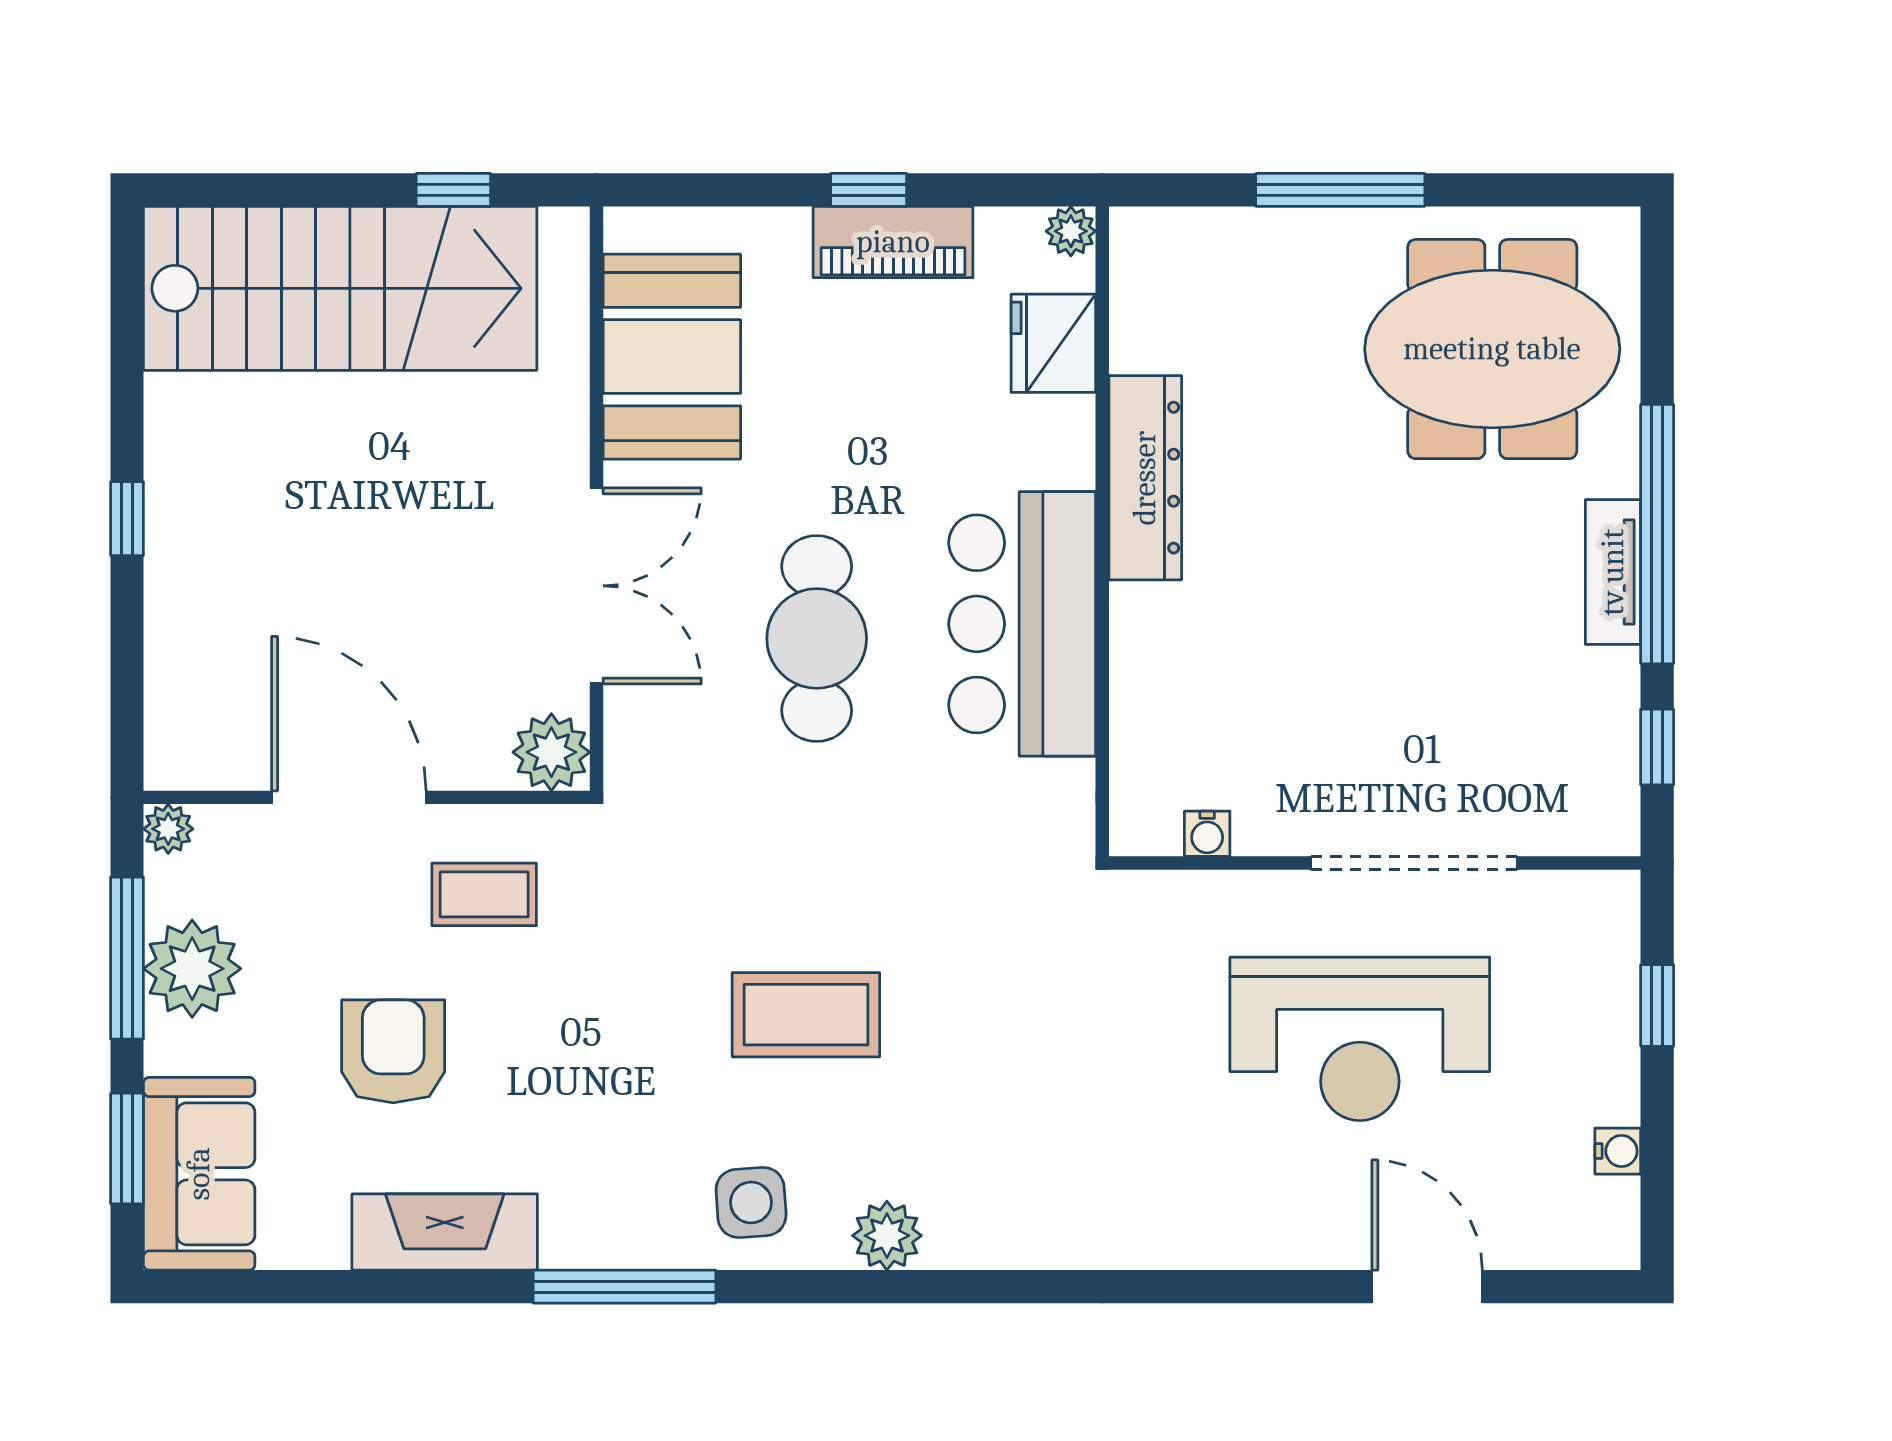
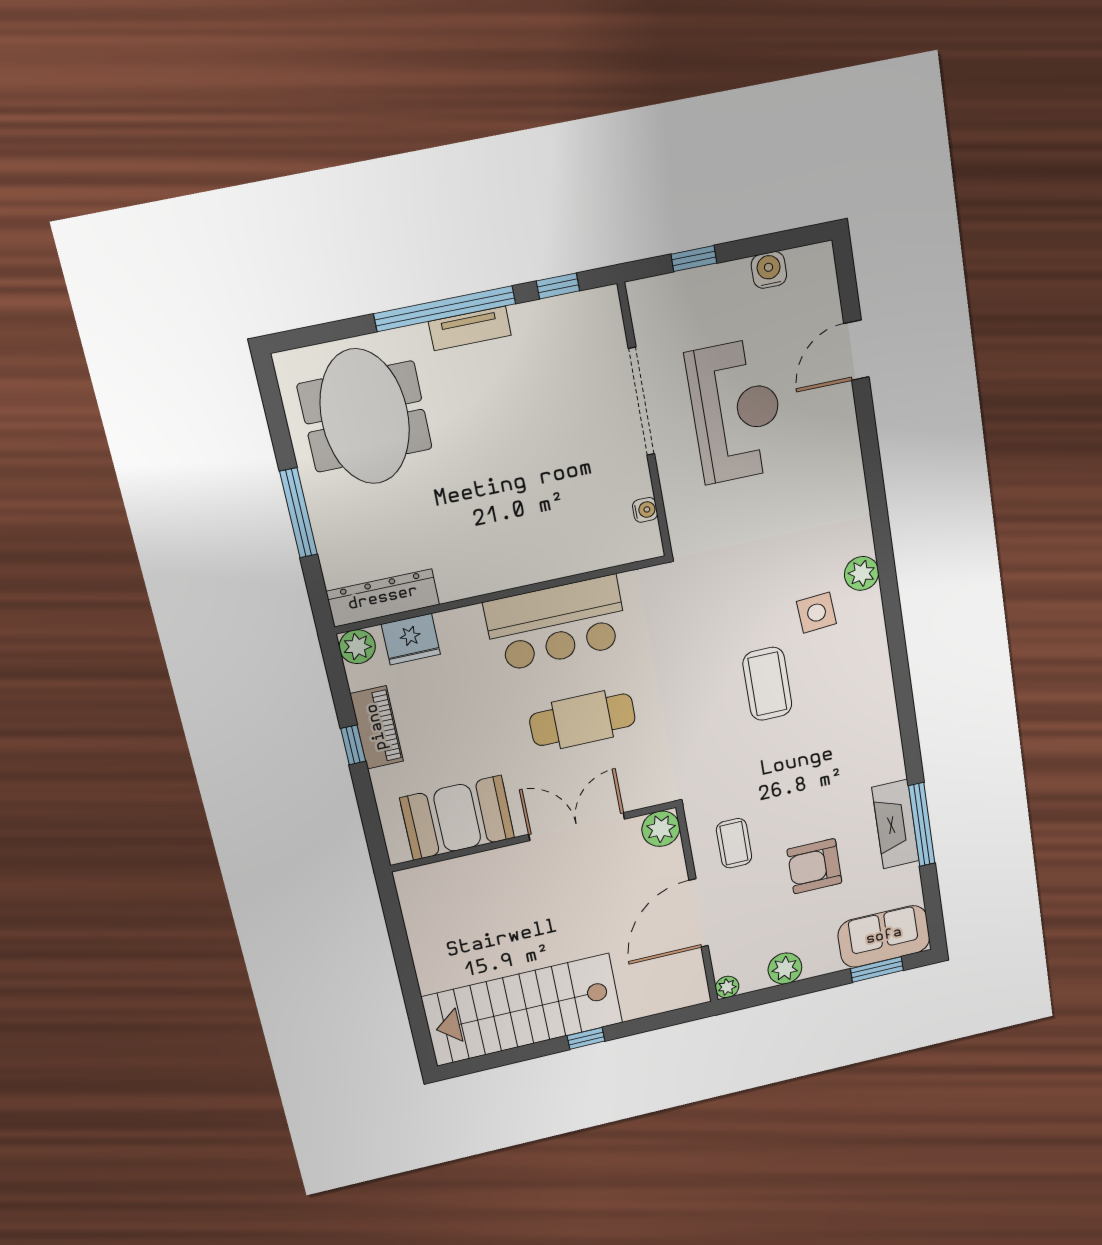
window: (453, 190) -> (398, 935), removed
plant: (1071, 231) -> (357, 647), width x1.38, depth x1.38
stairs: (340, 288) -> (523, 1010), moved, turned -90
dresser: (1145, 478) -> (383, 598), moved
window: (127, 958) -> (790, 990), removed
plant: (192, 969) -> (785, 968), width x0.73, depth x0.73
water cooler: (1618, 1151) -> (769, 270), width x1.38, depth x1.38
side table: (751, 1203) -> (817, 613), moved
plant: (887, 1236) -> (862, 573), moved
window: (625, 1287) -> (922, 825), moved

